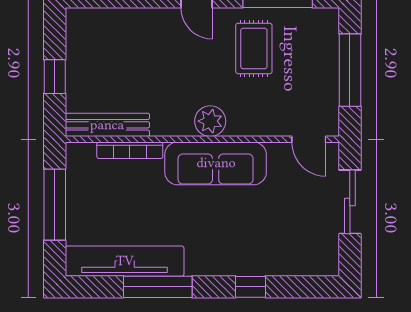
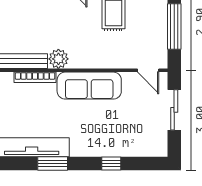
plant: (210, 121) -> (58, 59), moved
window: (158, 287) -> (53, 164), width x0.69

